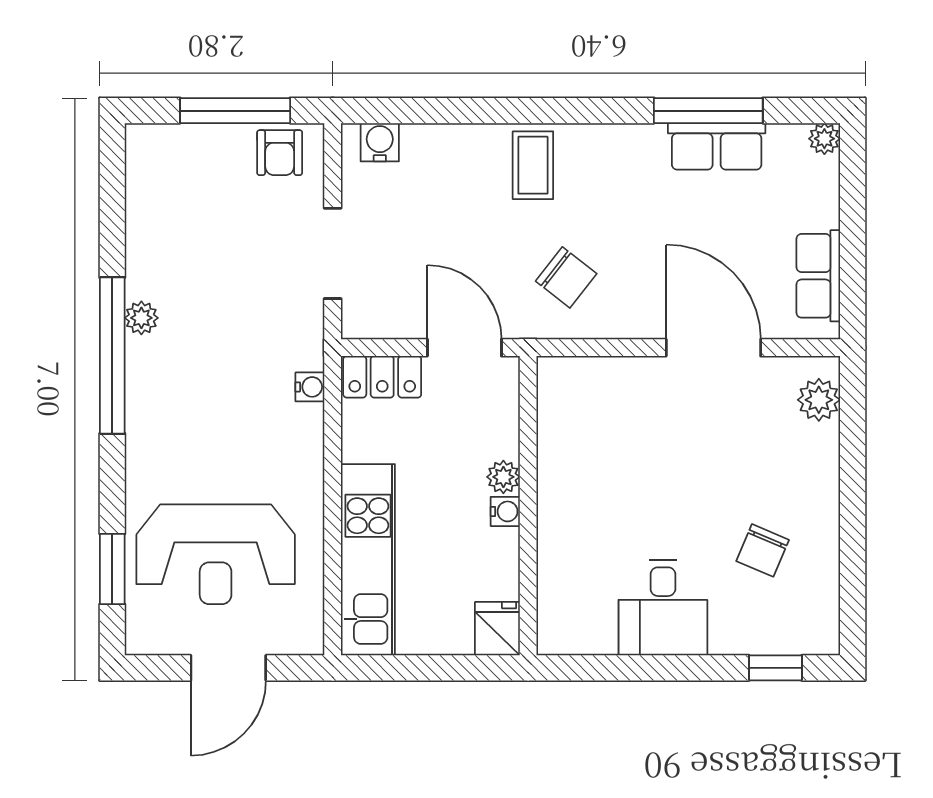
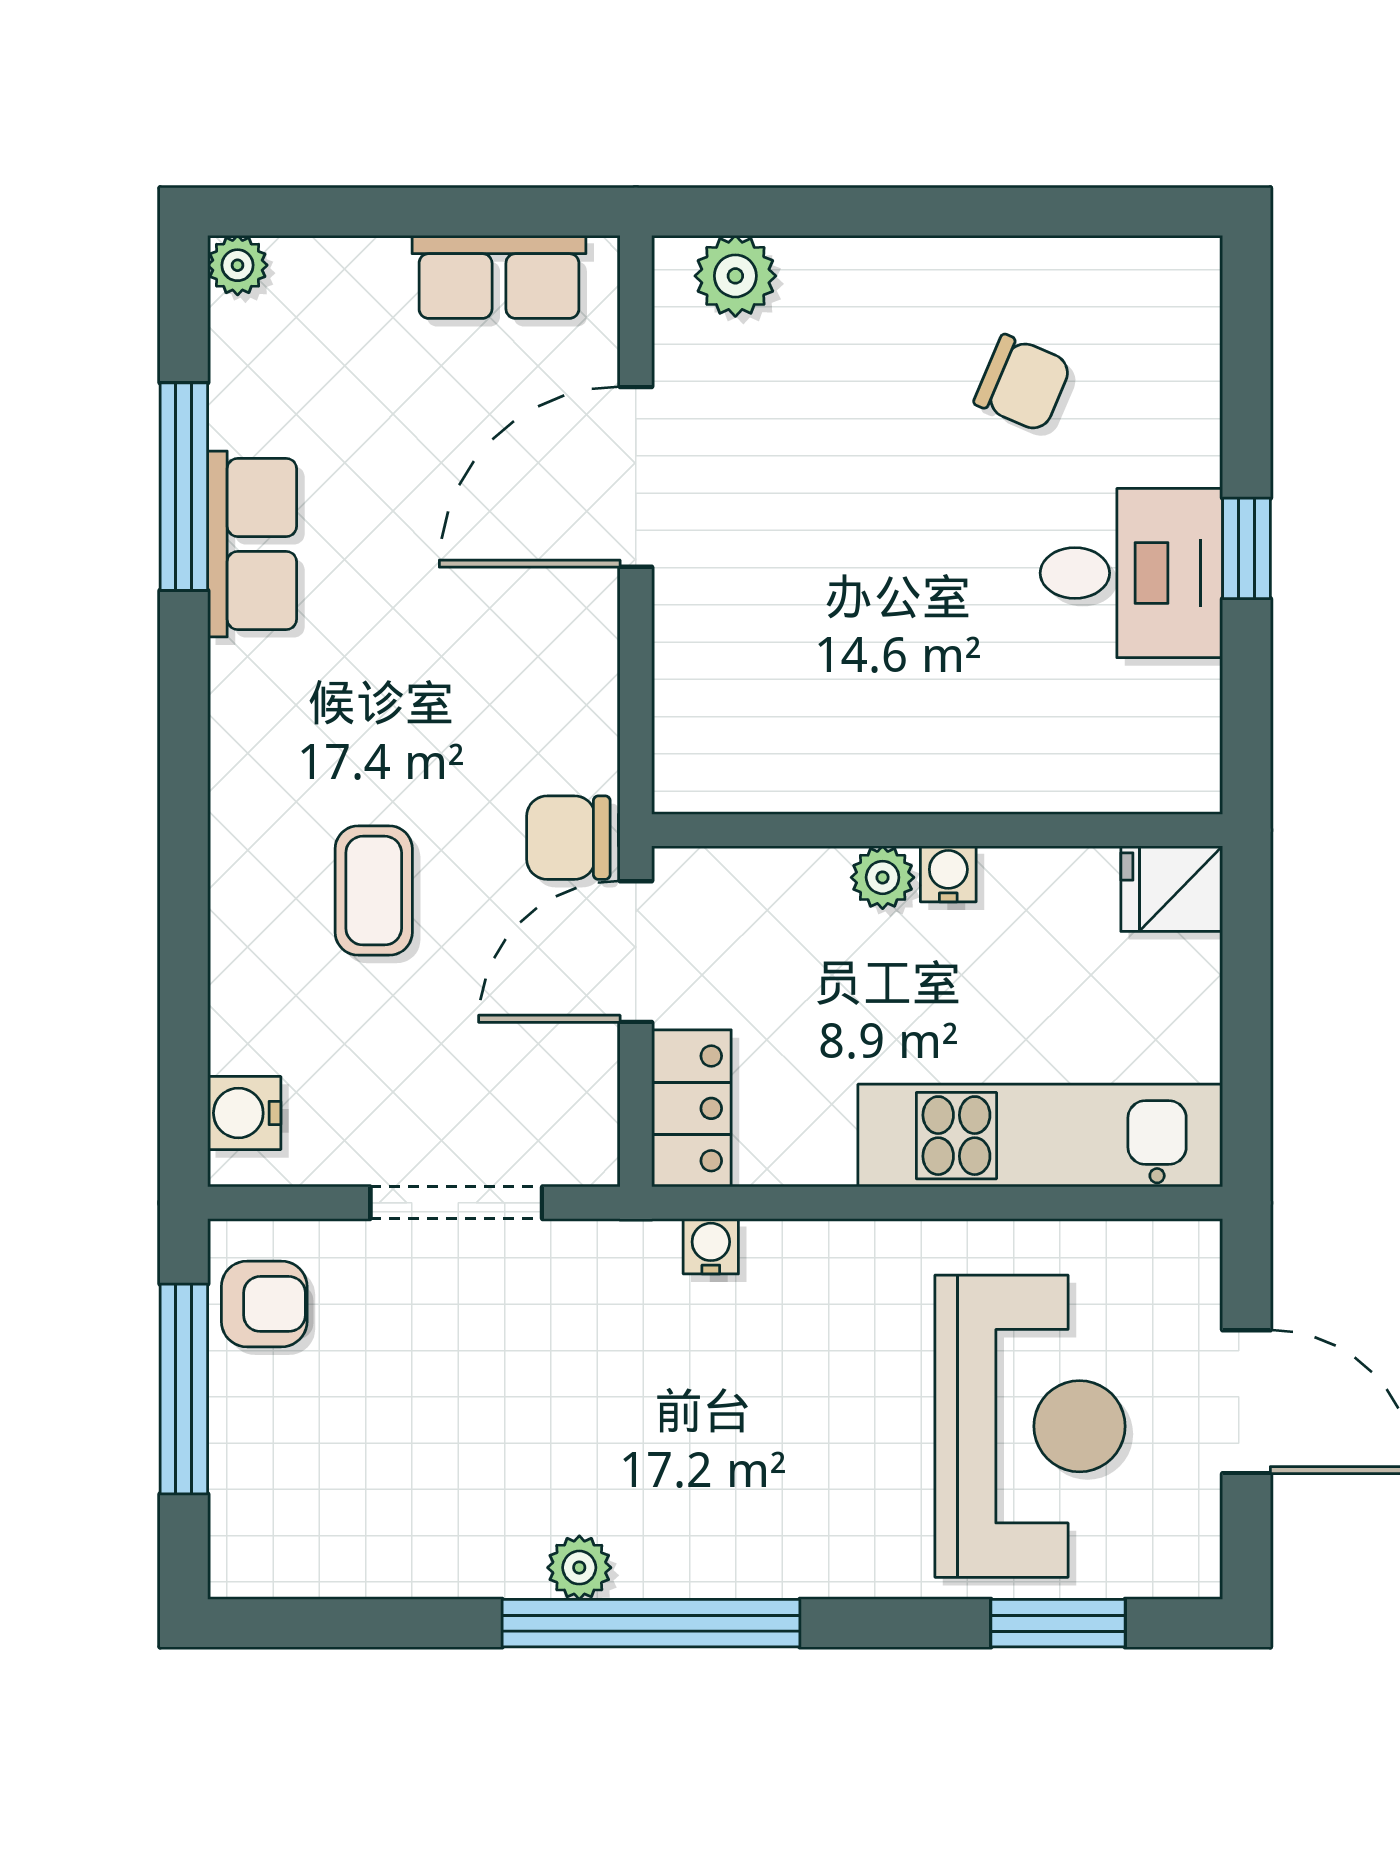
row of seats: (717, 146) -> (252, 544), moved
coffee table: (533, 165) -> (374, 891), moved, turned 90
chair: (566, 277) -> (568, 838), moved, turned -128
window: (775, 668) -> (1247, 548), moved

